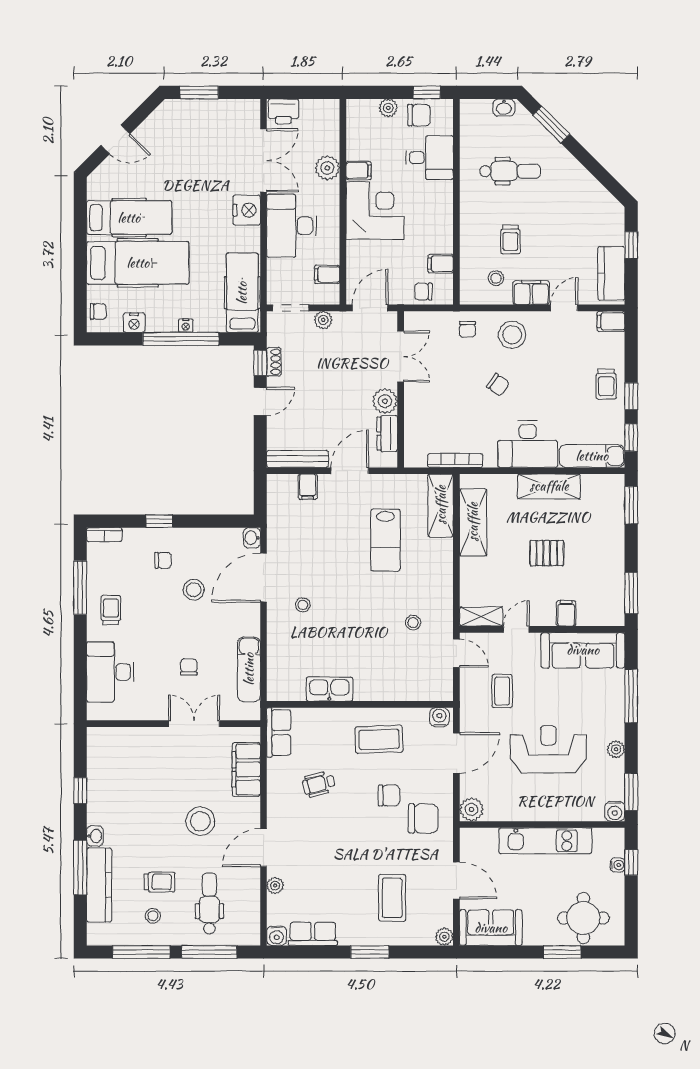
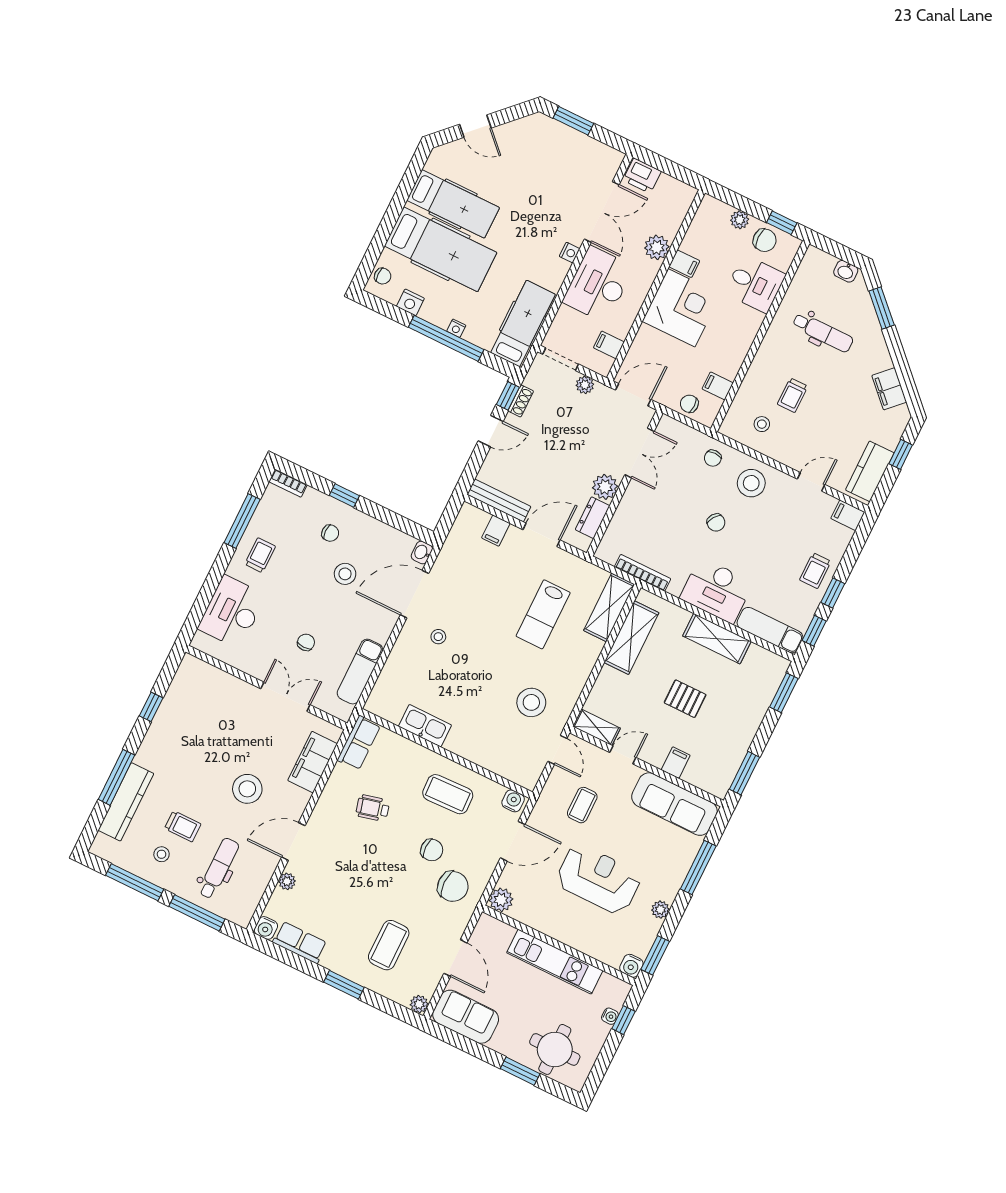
nightstand: (247, 210) -> (570, 253), width x0.53, depth x0.56
filing cabinet: (531, 293) -> (889, 389), moved, turned -135
stool: (413, 623) -> (531, 702), width x1.89, depth x1.89
washbasin: (95, 836) -> (144, 755), removed

